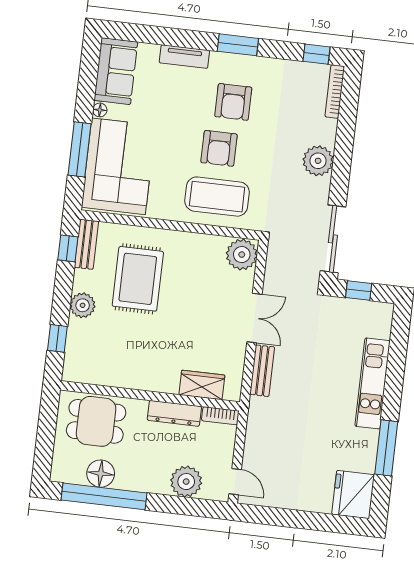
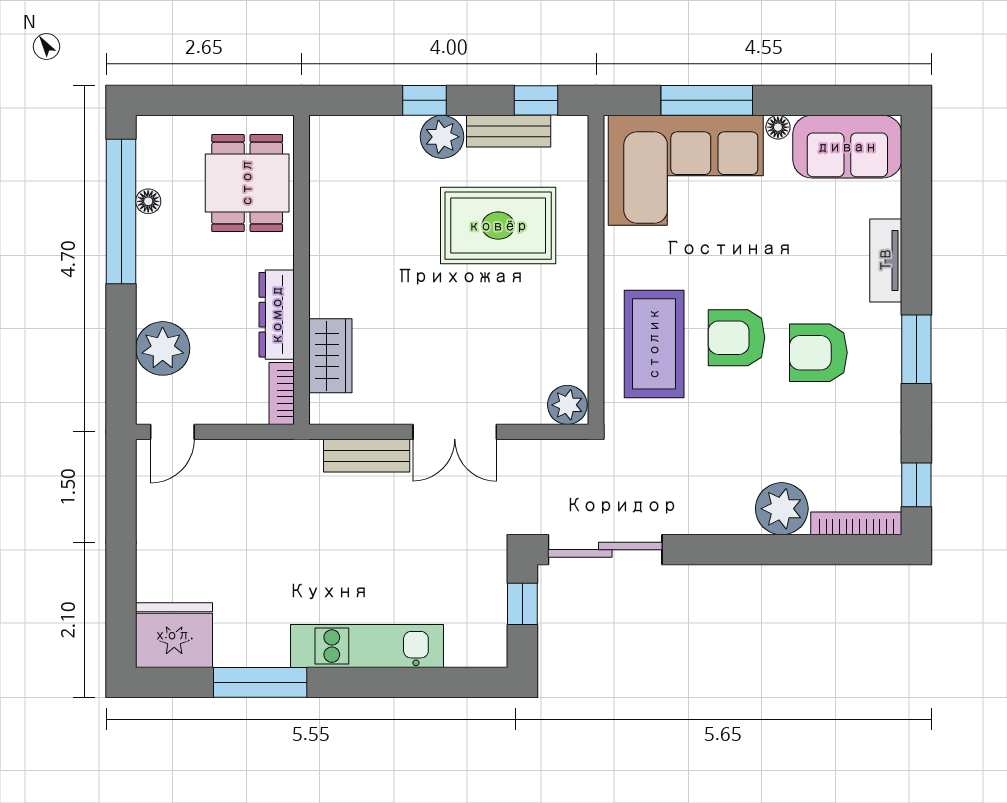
plant: (318, 161) -> (782, 509), moved
bench: (86, 244) -> (509, 131), moved
plant: (242, 255) -> (567, 405), width x0.73, depth x0.73
window: (57, 338) -> (424, 100), moved
floor lamp: (101, 474) -> (148, 201), width x0.53, depth x0.53

